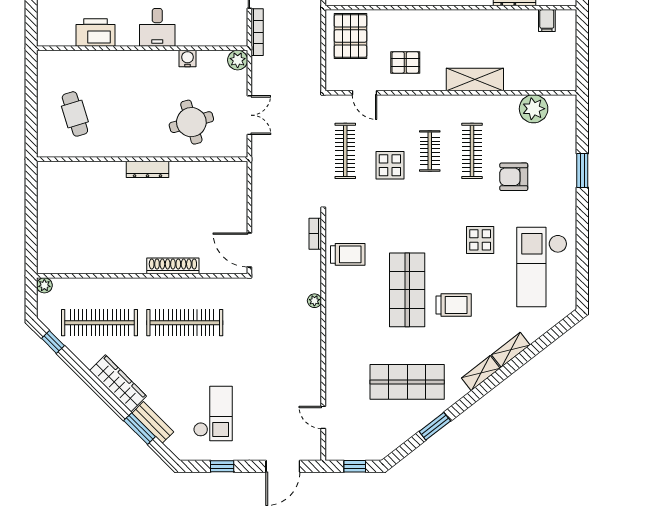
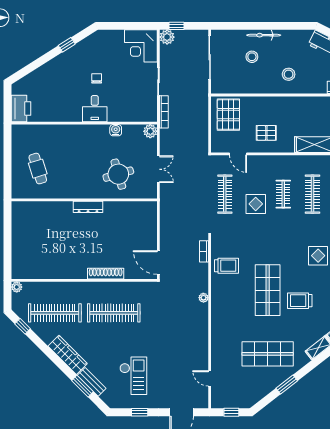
printer: (96, 33) -> (21, 108), moved, turned 90
trolley: (454, 305) -> (300, 301), turned 180

